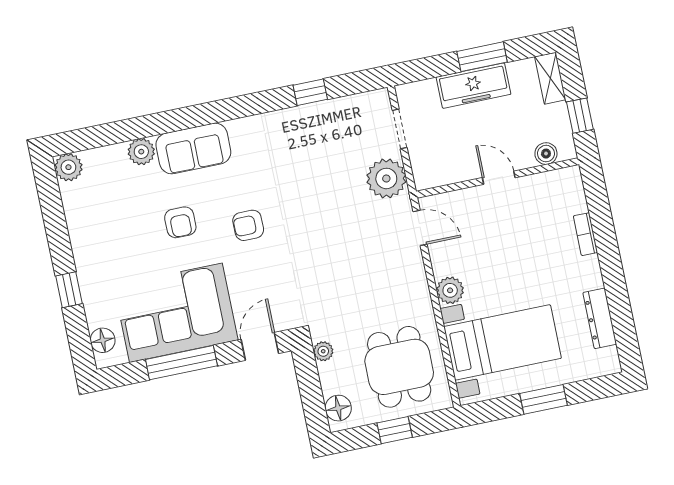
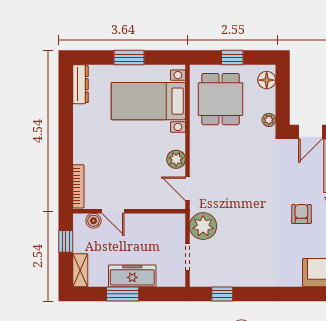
window: (310, 92) -> (222, 294), moved
door: (499, 178) -> (113, 211), moved
armchair: (248, 225) -> (301, 214), turned -90
bookcase: (585, 234) -> (78, 186), moved, width x1.56
plant: (450, 290) -> (176, 159), moved
dresser: (600, 318) -> (80, 84), moved

